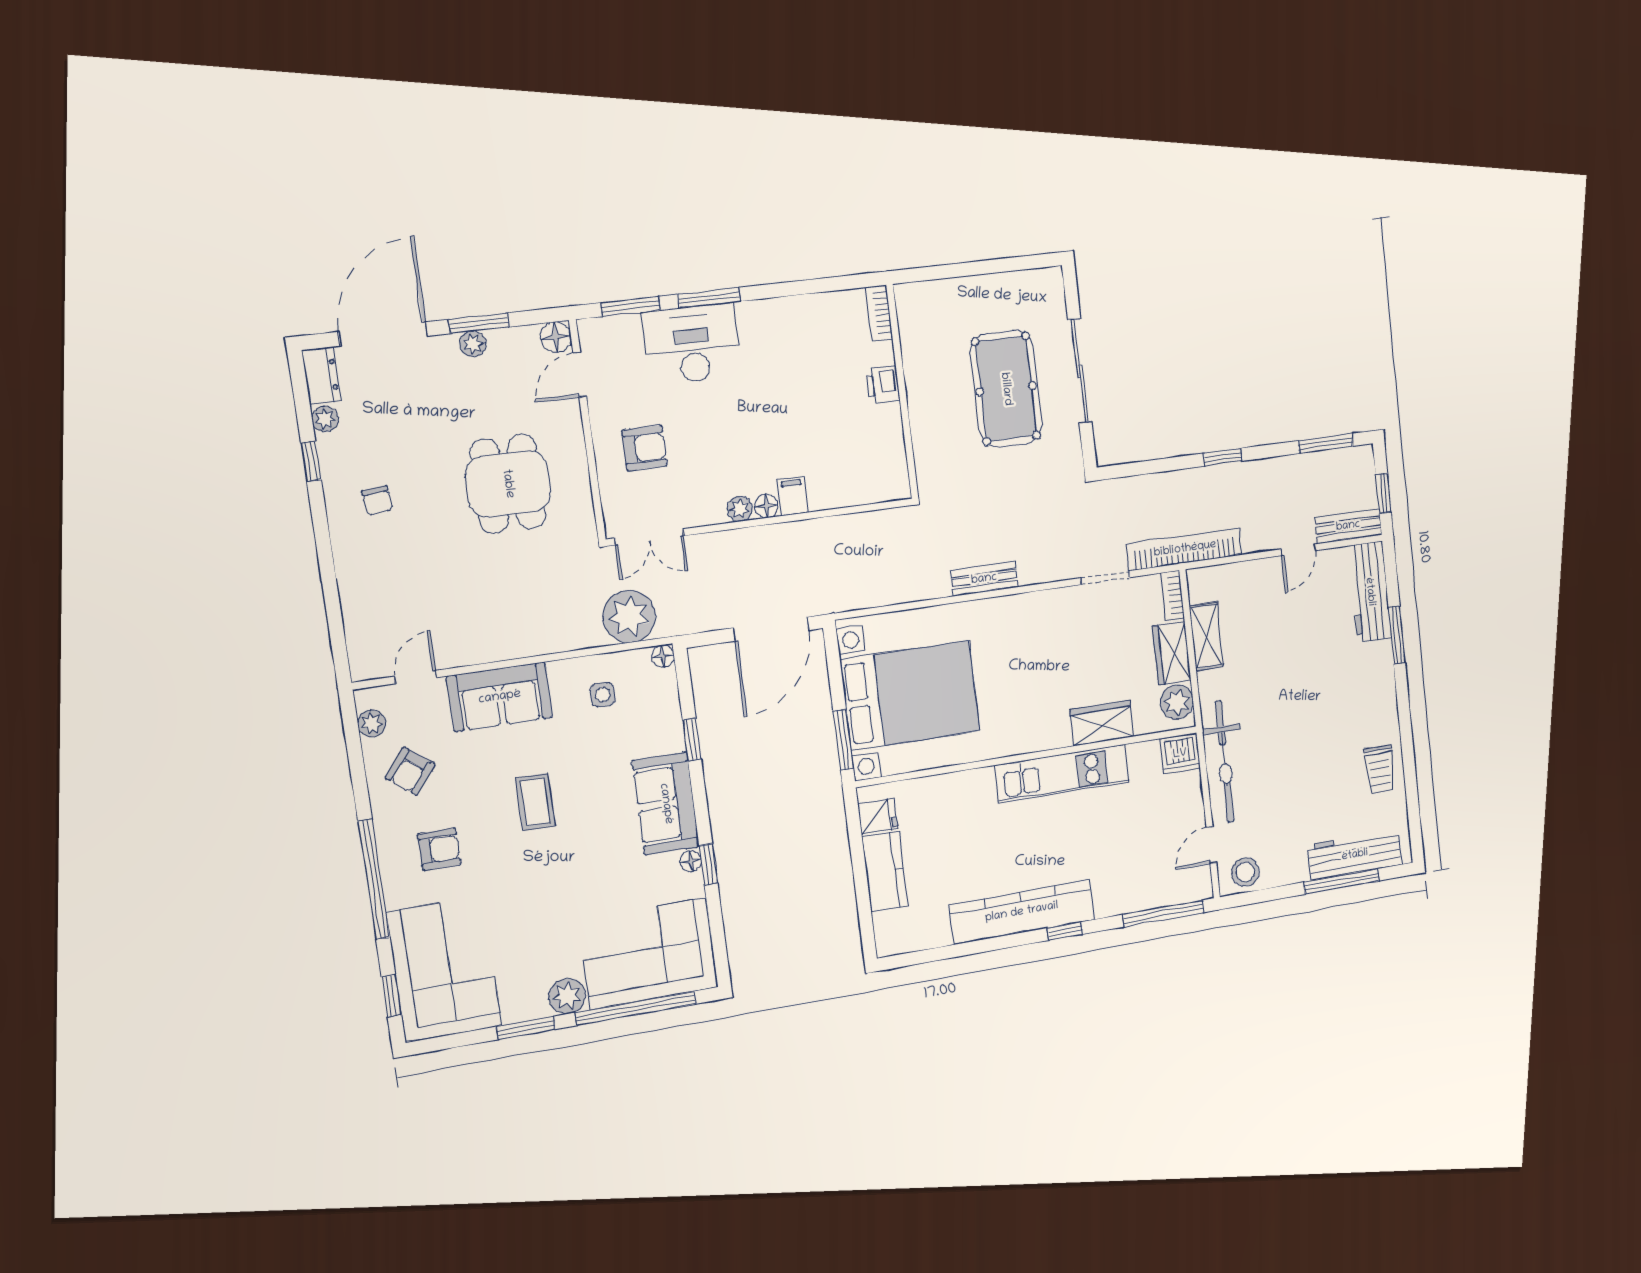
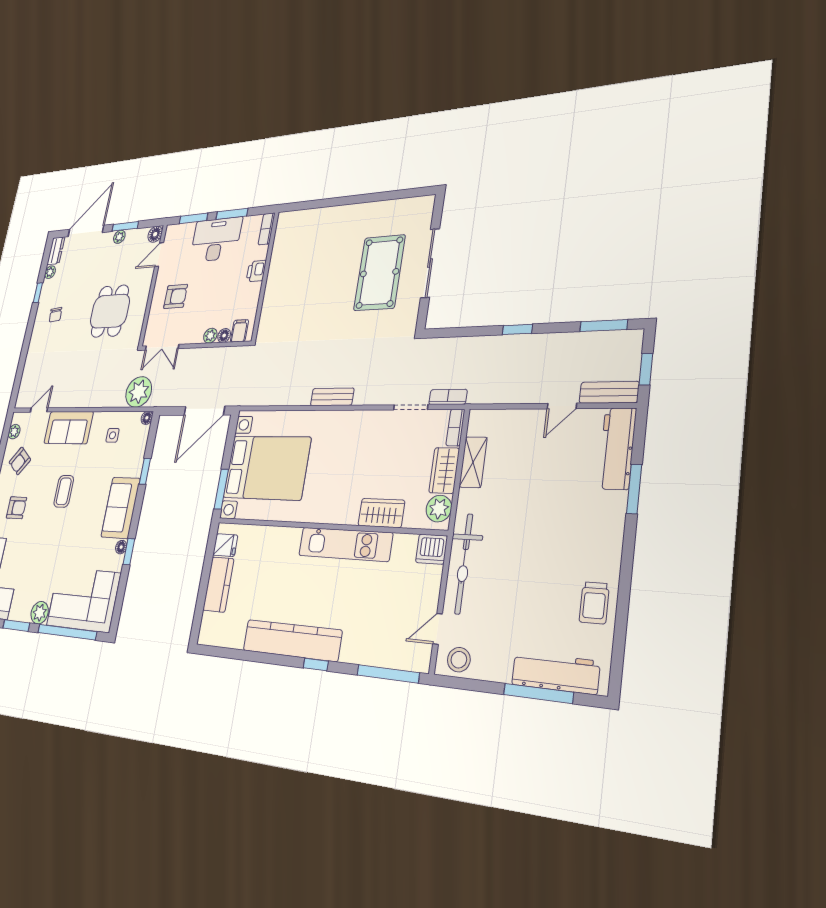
bookcase: (879, 313) -> (267, 229), moved
printer: (883, 385) -> (256, 271), moved
wall: (902, 392) -> (265, 276), moved
bookcase: (1185, 549) -> (448, 397), width x0.43, depth x0.76

